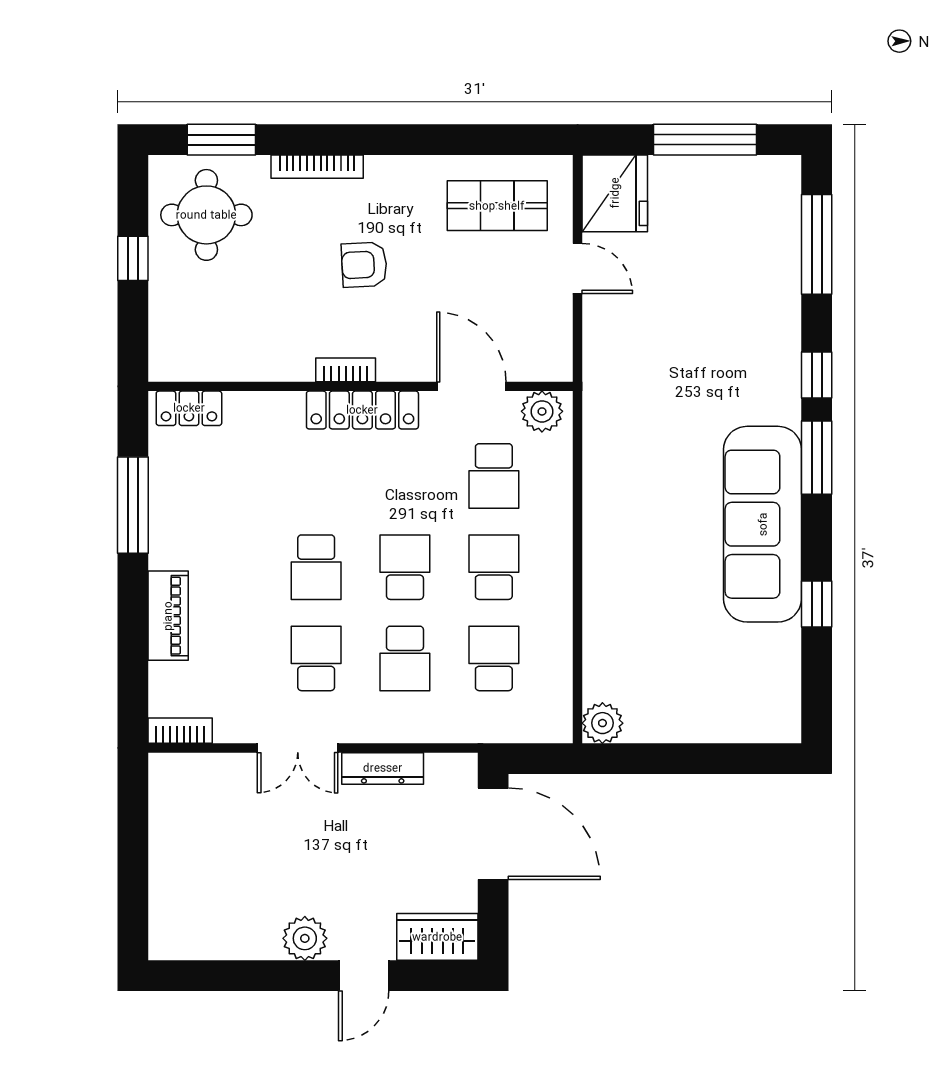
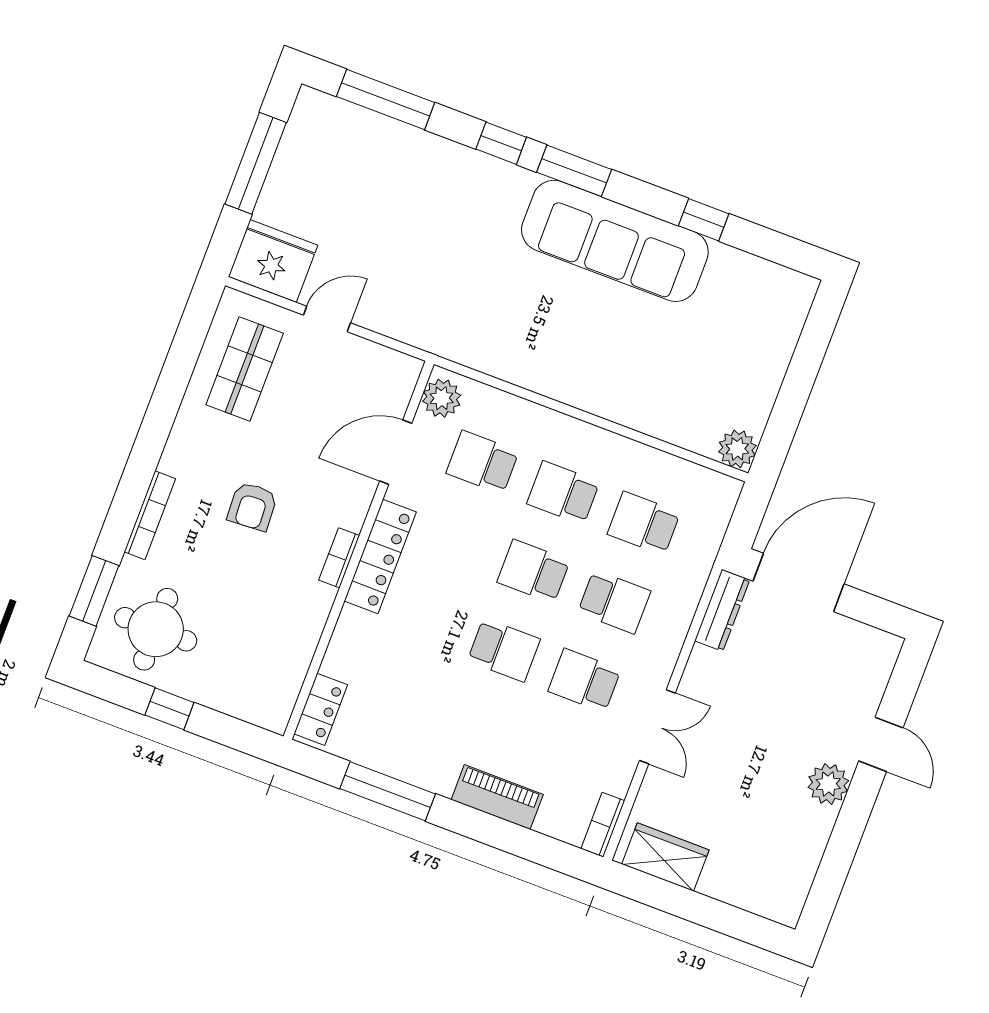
school desk: (494, 476) -> (482, 462), turned 180
dresser: (383, 768) -> (722, 610), moved
wardrobe: (437, 937) -> (665, 857), moved, turned 90

